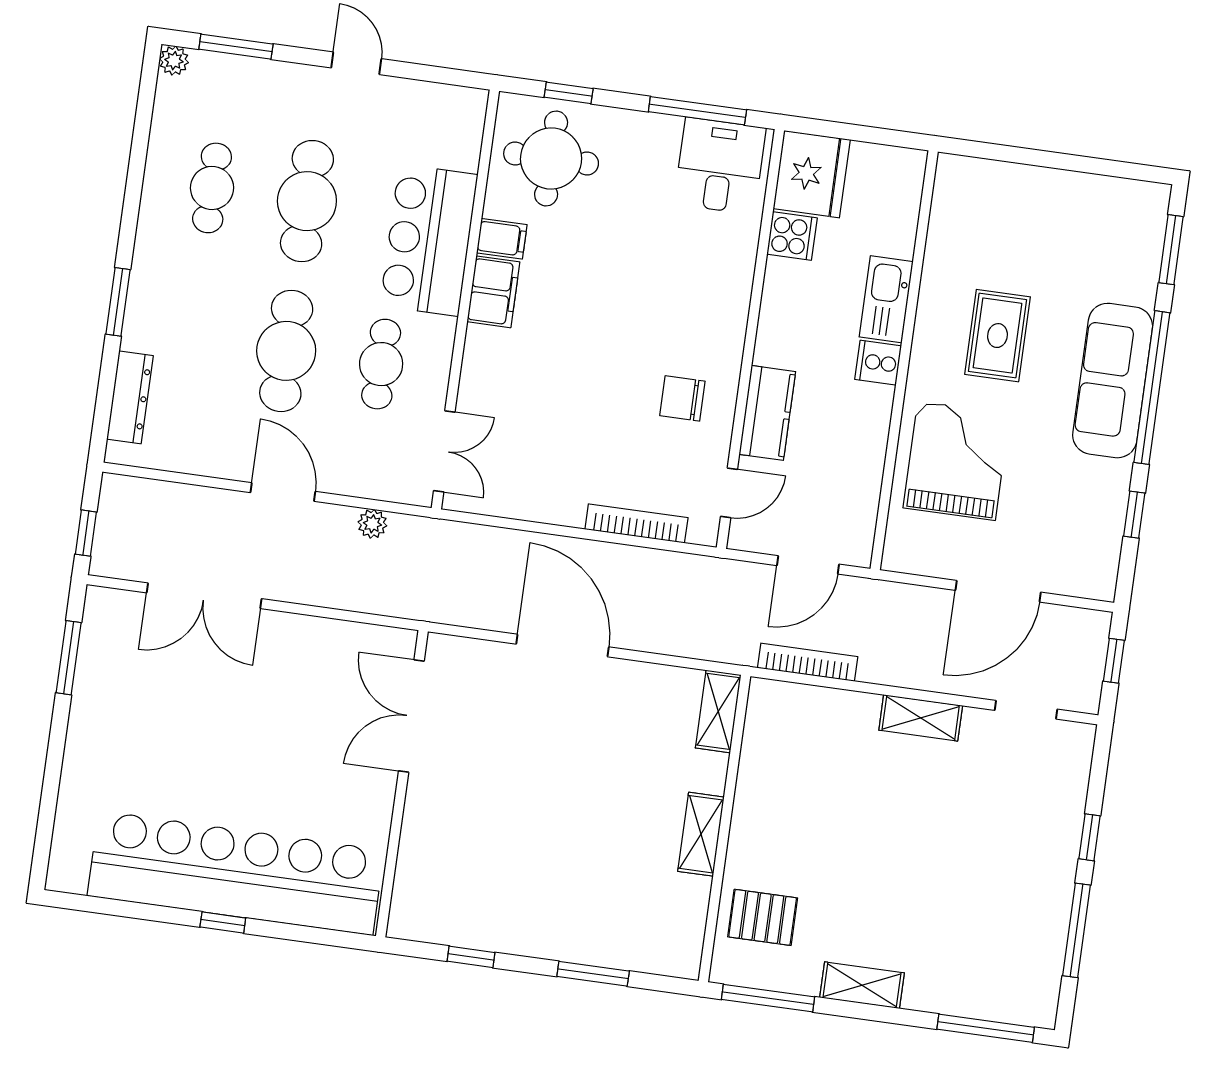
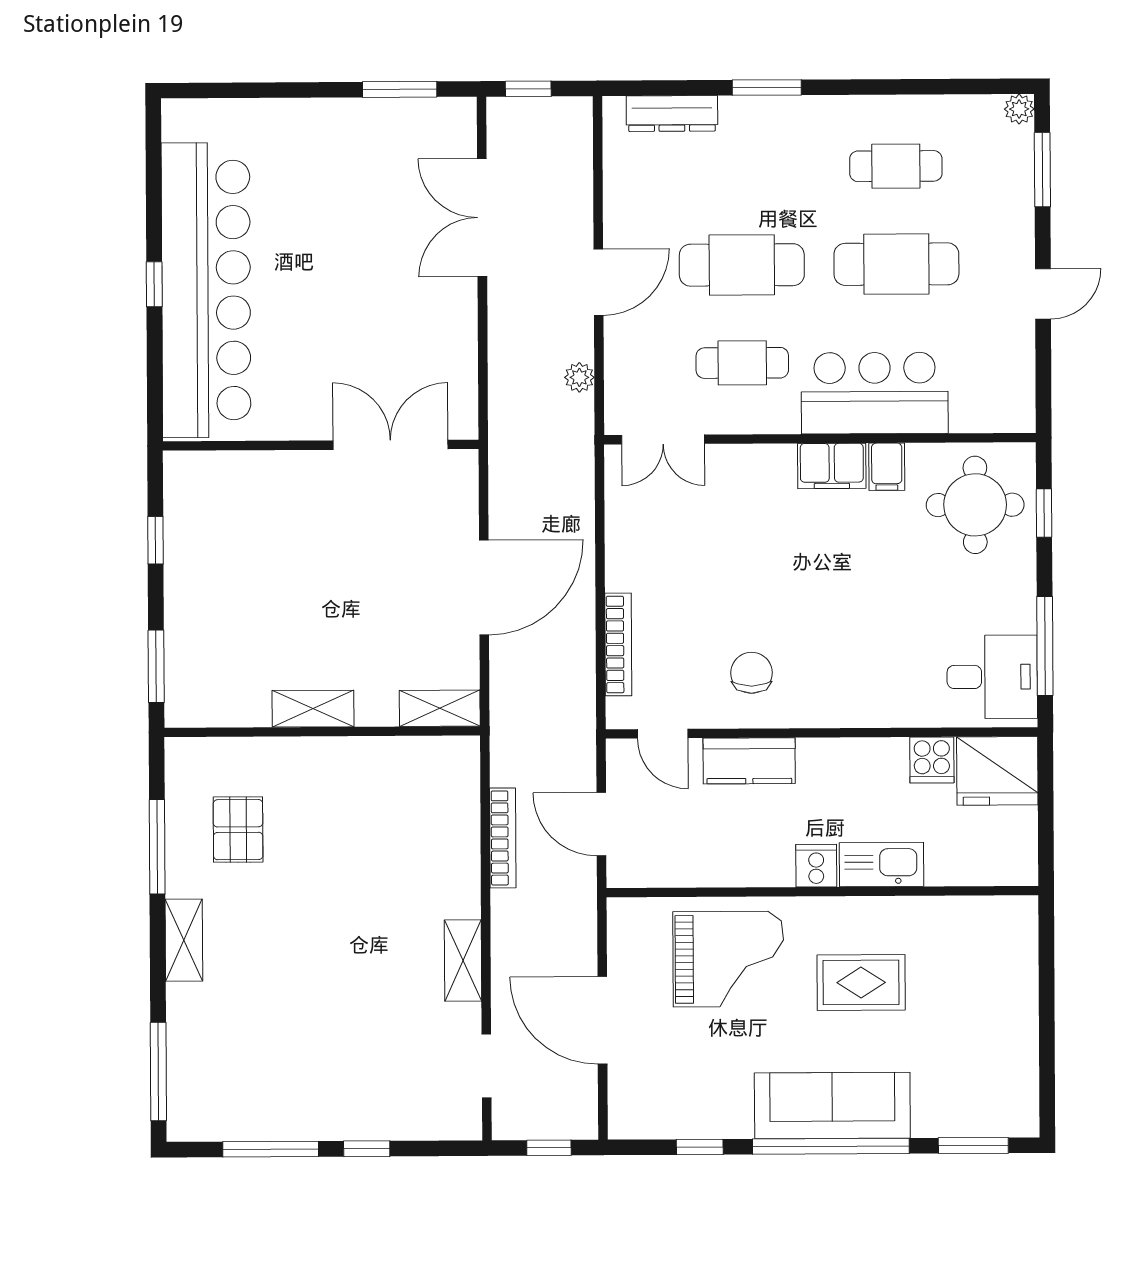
shelving: (718, 711) -> (440, 708), moved
wall: (724, 828) -> (322, 732), moved
shelving: (701, 834) -> (313, 709), moved

